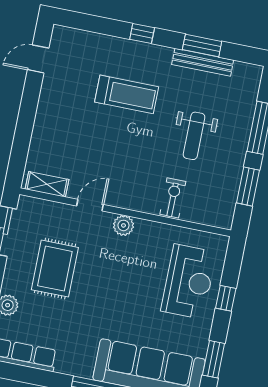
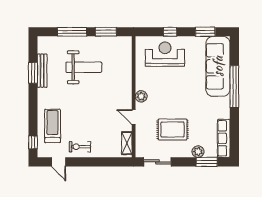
window: (142, 33) -> (33, 142), moved
treadmill: (127, 94) -> (53, 126), moved
weight bench: (194, 136) -> (84, 67), width x1.36, depth x1.33
exercise bike: (173, 198) -> (80, 147), moved

